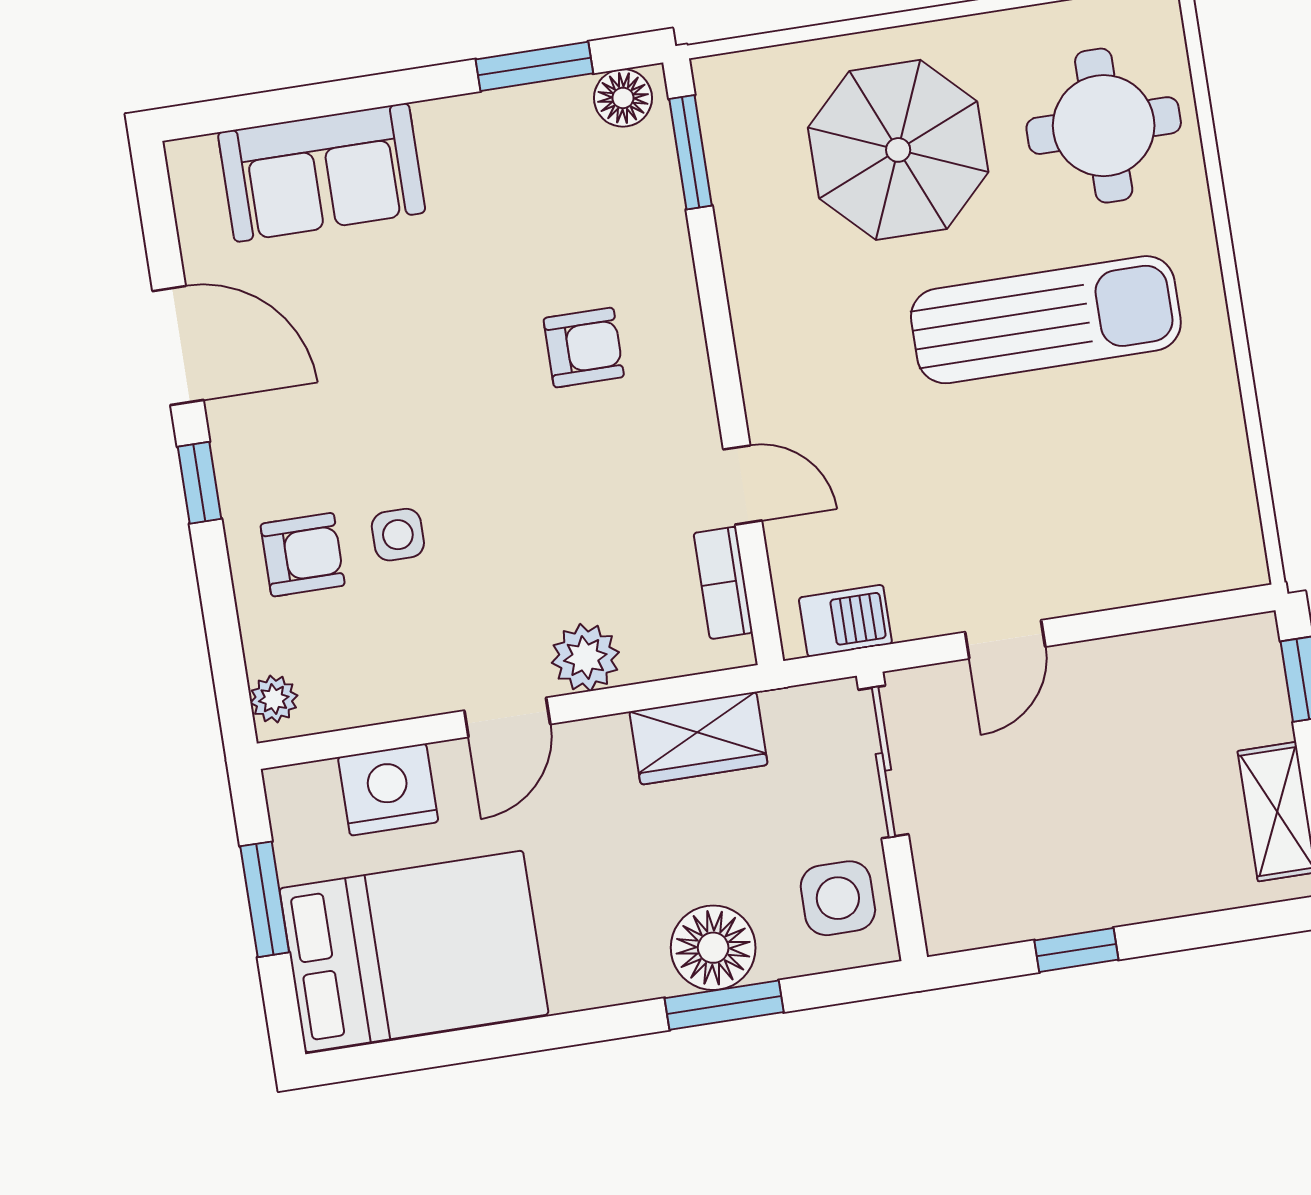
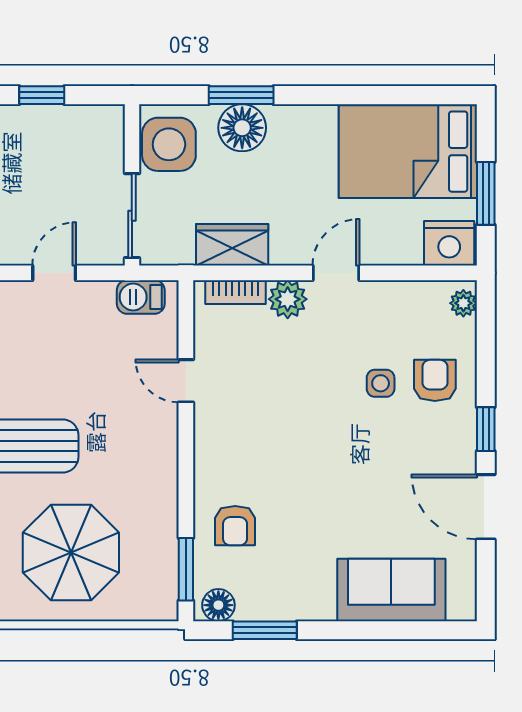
armchair: (584, 348) -> (235, 526), moved, turned -90
armchair: (303, 555) -> (435, 380), turned 90
bookcase: (723, 583) -> (235, 292), moved, turned 90
nightstand: (388, 790) -> (449, 243), moved
side table: (838, 898) -> (169, 144), width x1.37, depth x1.37

